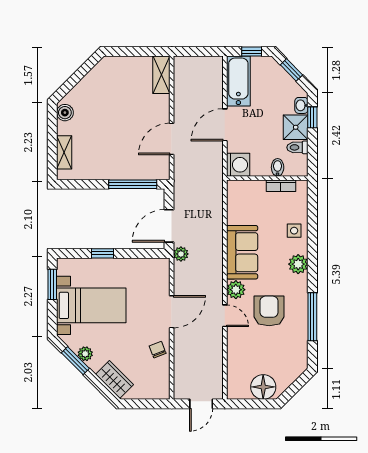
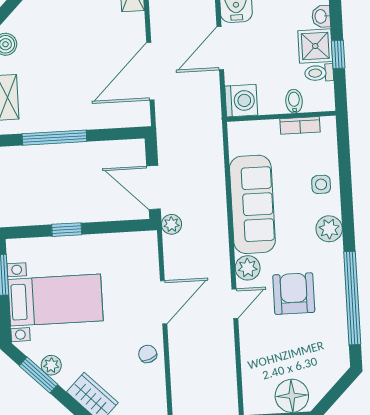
window: (312, 117) -> (338, 54), moved
door: (172, 139) -> (150, 71), width x1.36
window: (133, 184) -> (54, 138), moved
door: (169, 226) -> (153, 188), hinge flipped
sofa: (242, 252) -> (252, 204), width x1.36
door: (225, 316) -> (235, 304), hinge flipped
window: (312, 317) -> (352, 298), width x1.46

